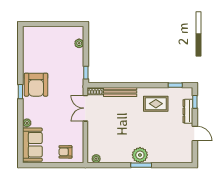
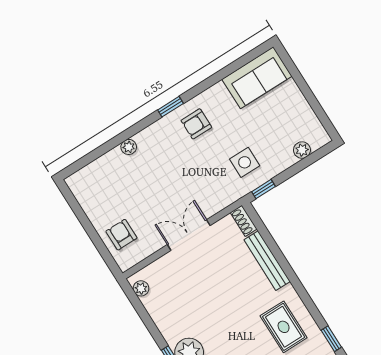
side table: (68, 74) -> (245, 162), added
armchair: (36, 85) -> (196, 124), width x0.53, depth x0.53
double door: (85, 108) -> (189, 235), moved
sofa: (32, 145) -> (257, 78), moved

